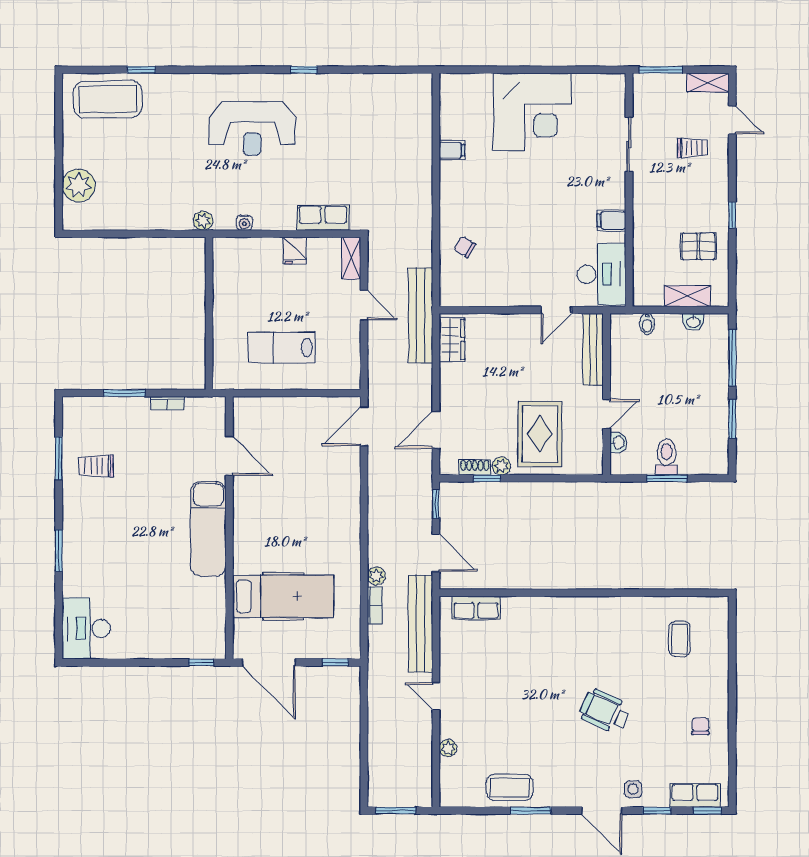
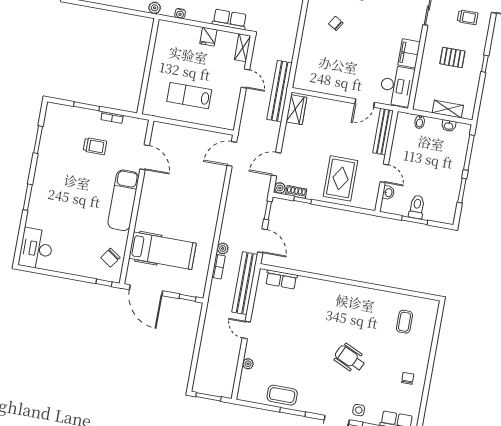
filing cabinet: (611, 220) -> (409, 53), width x2.00
pallet: (699, 246) -> (452, 57), moved
chair: (465, 247) -> (336, 23), moved
door: (606, 414) -> (384, 173), hinge flipped
trolley: (96, 466) -> (95, 146), moved, turned 180
plant: (501, 466) -> (280, 188), moved
chair: (204, 622) -> (110, 258), added

